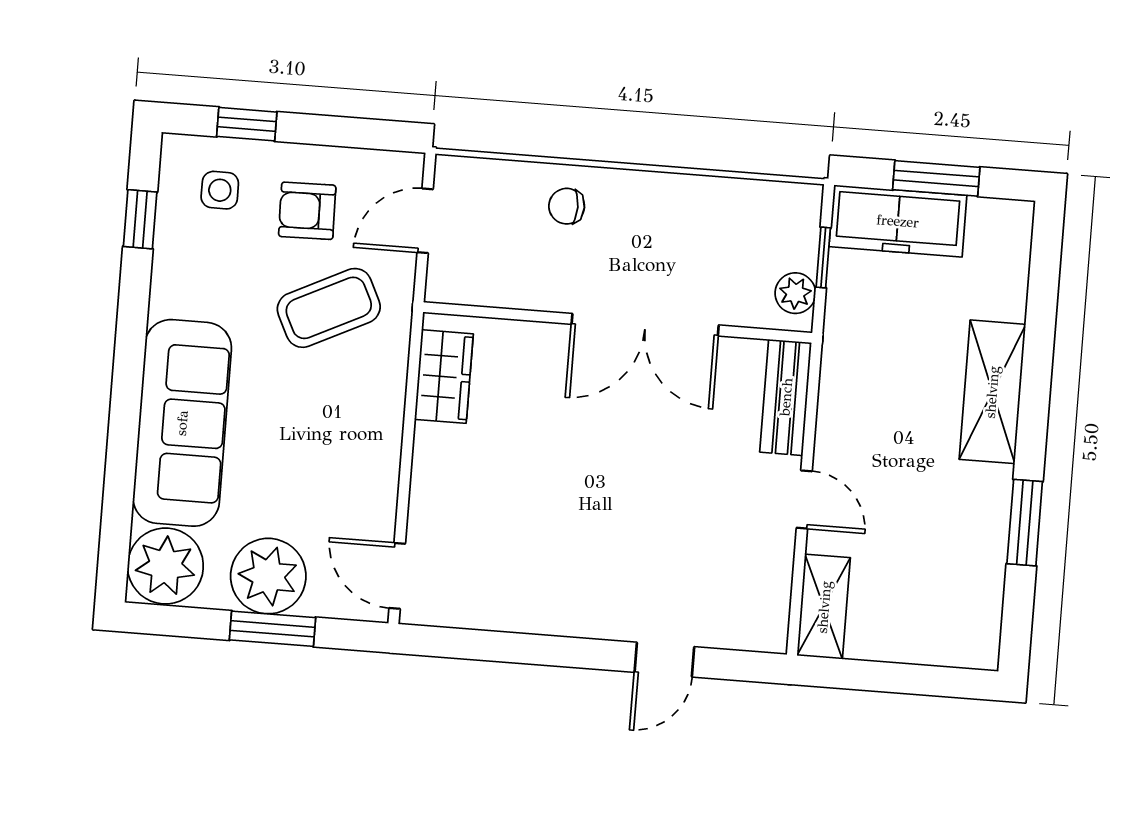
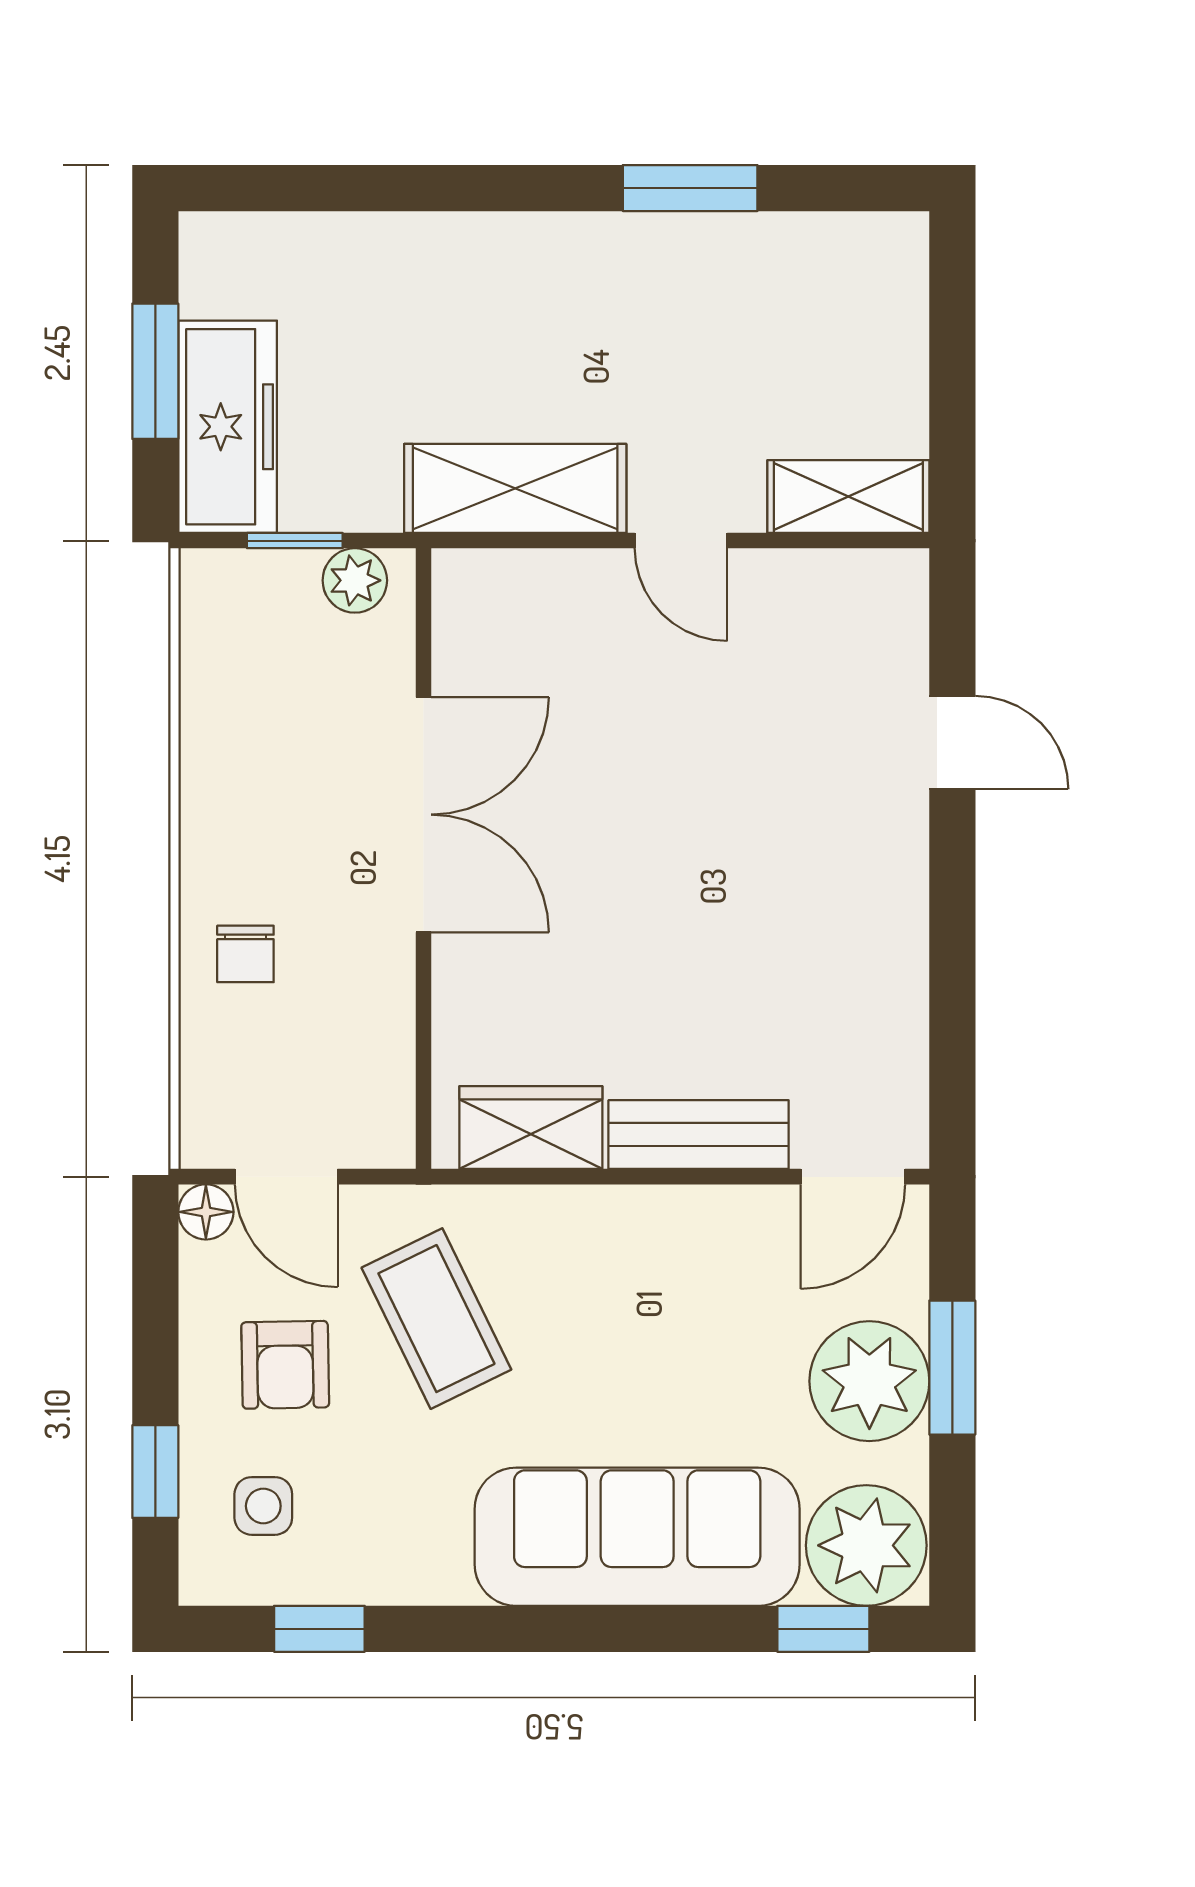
floor lamp: (407, 169) -> (206, 1212), added
shelving: (992, 392) -> (515, 488), moved
bench: (786, 397) -> (699, 1135), moved
door: (804, 500) -> (681, 541), swing flipped
window: (115, 535) -> (823, 1629), added

